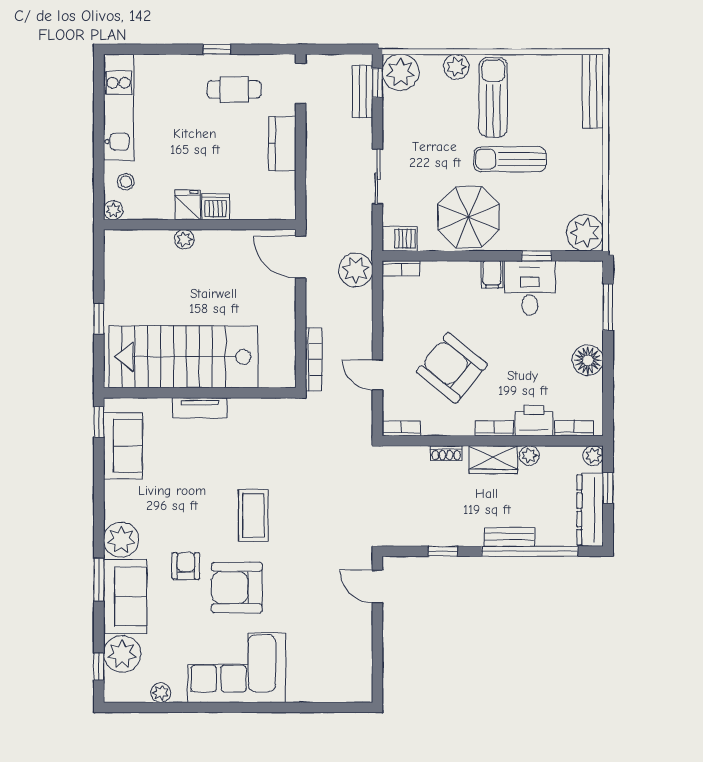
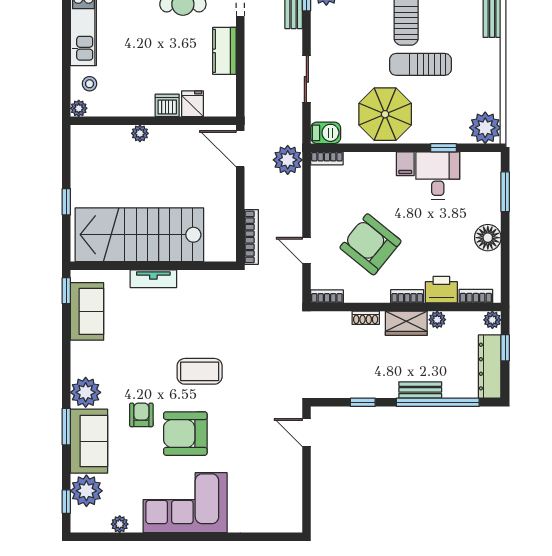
fridge: (187, 205) -> (193, 104), moved
coffee table: (253, 515) -> (200, 371), turned 90

